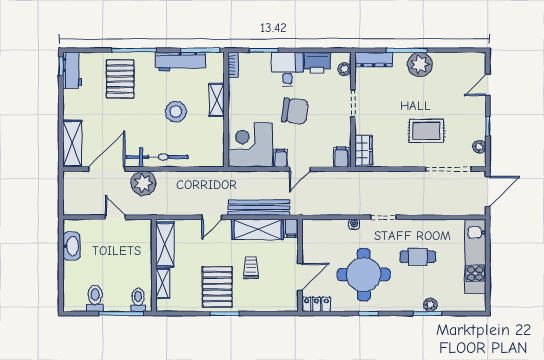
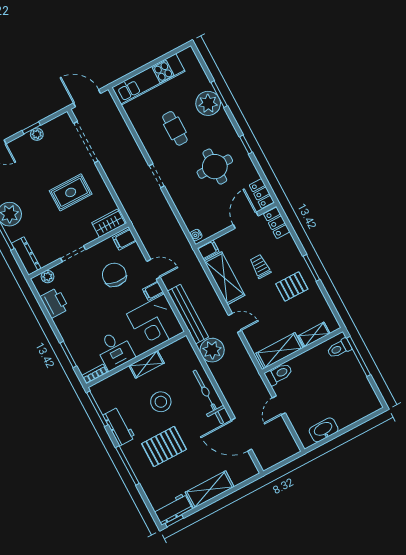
workbench: (180, 62) -> (119, 426), width x0.73
desk: (287, 69) -> (115, 350), moved, turned -90
pallet: (120, 79) -> (164, 446), moved
shelving: (217, 100) -> (147, 364), moved
chair: (295, 111) -> (114, 275), moved
rug: (426, 131) -> (71, 192), moved, turned 90
shelving: (72, 144) -> (210, 490), moved
plant: (479, 147) -> (37, 134), moved
plant: (143, 183) -> (212, 350), moved
bench: (259, 208) -> (188, 314), moved
water cooler: (354, 224) -> (196, 235), moved
trolley: (251, 268) -> (260, 266), turned 91
round table: (364, 275) -> (215, 167), width x0.73, depth x0.73
door: (300, 277) -> (246, 220), hinge flipped
pallet: (217, 287) -> (292, 286), width x0.67, depth x0.71
toilet: (95, 298) -> (279, 374), moved, turned 180
locker: (283, 304) -> (277, 223), added
plant: (430, 305) -> (208, 103), width x1.88, depth x1.88

